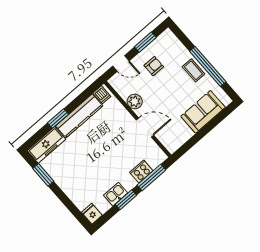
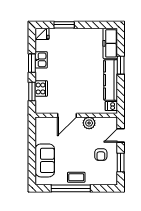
window: (43, 175) -> (64, 25), moved
window: (151, 178) -> (32, 92), width x0.69

